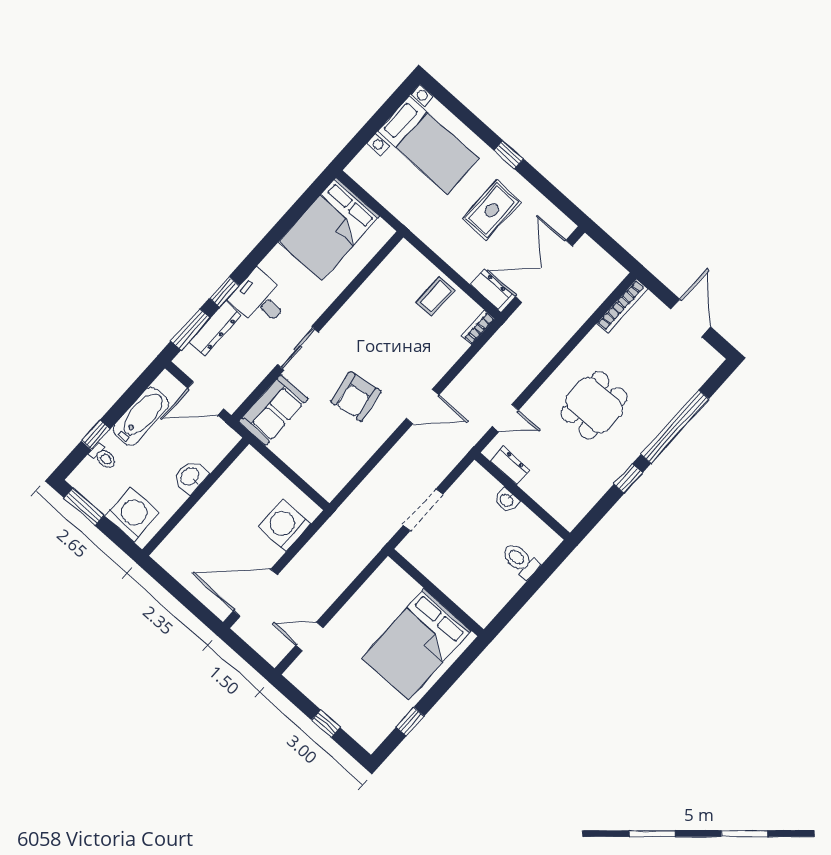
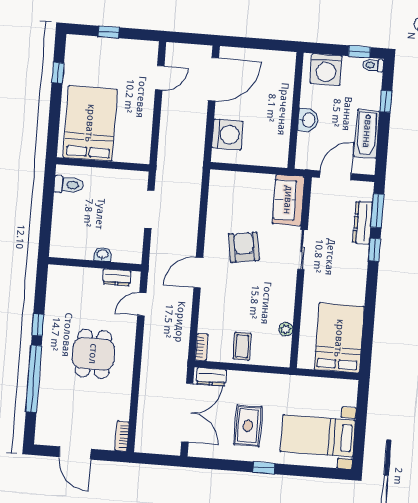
plant: (377, 280) -> (286, 329), added
desk: (260, 299) -> (349, 262), removed
bookcase: (622, 306) -> (122, 436), width x0.64
toilet: (103, 457) -> (373, 65), moved
window: (84, 507) -> (359, 52), width x0.67
toilet: (520, 561) -> (69, 185), moved

